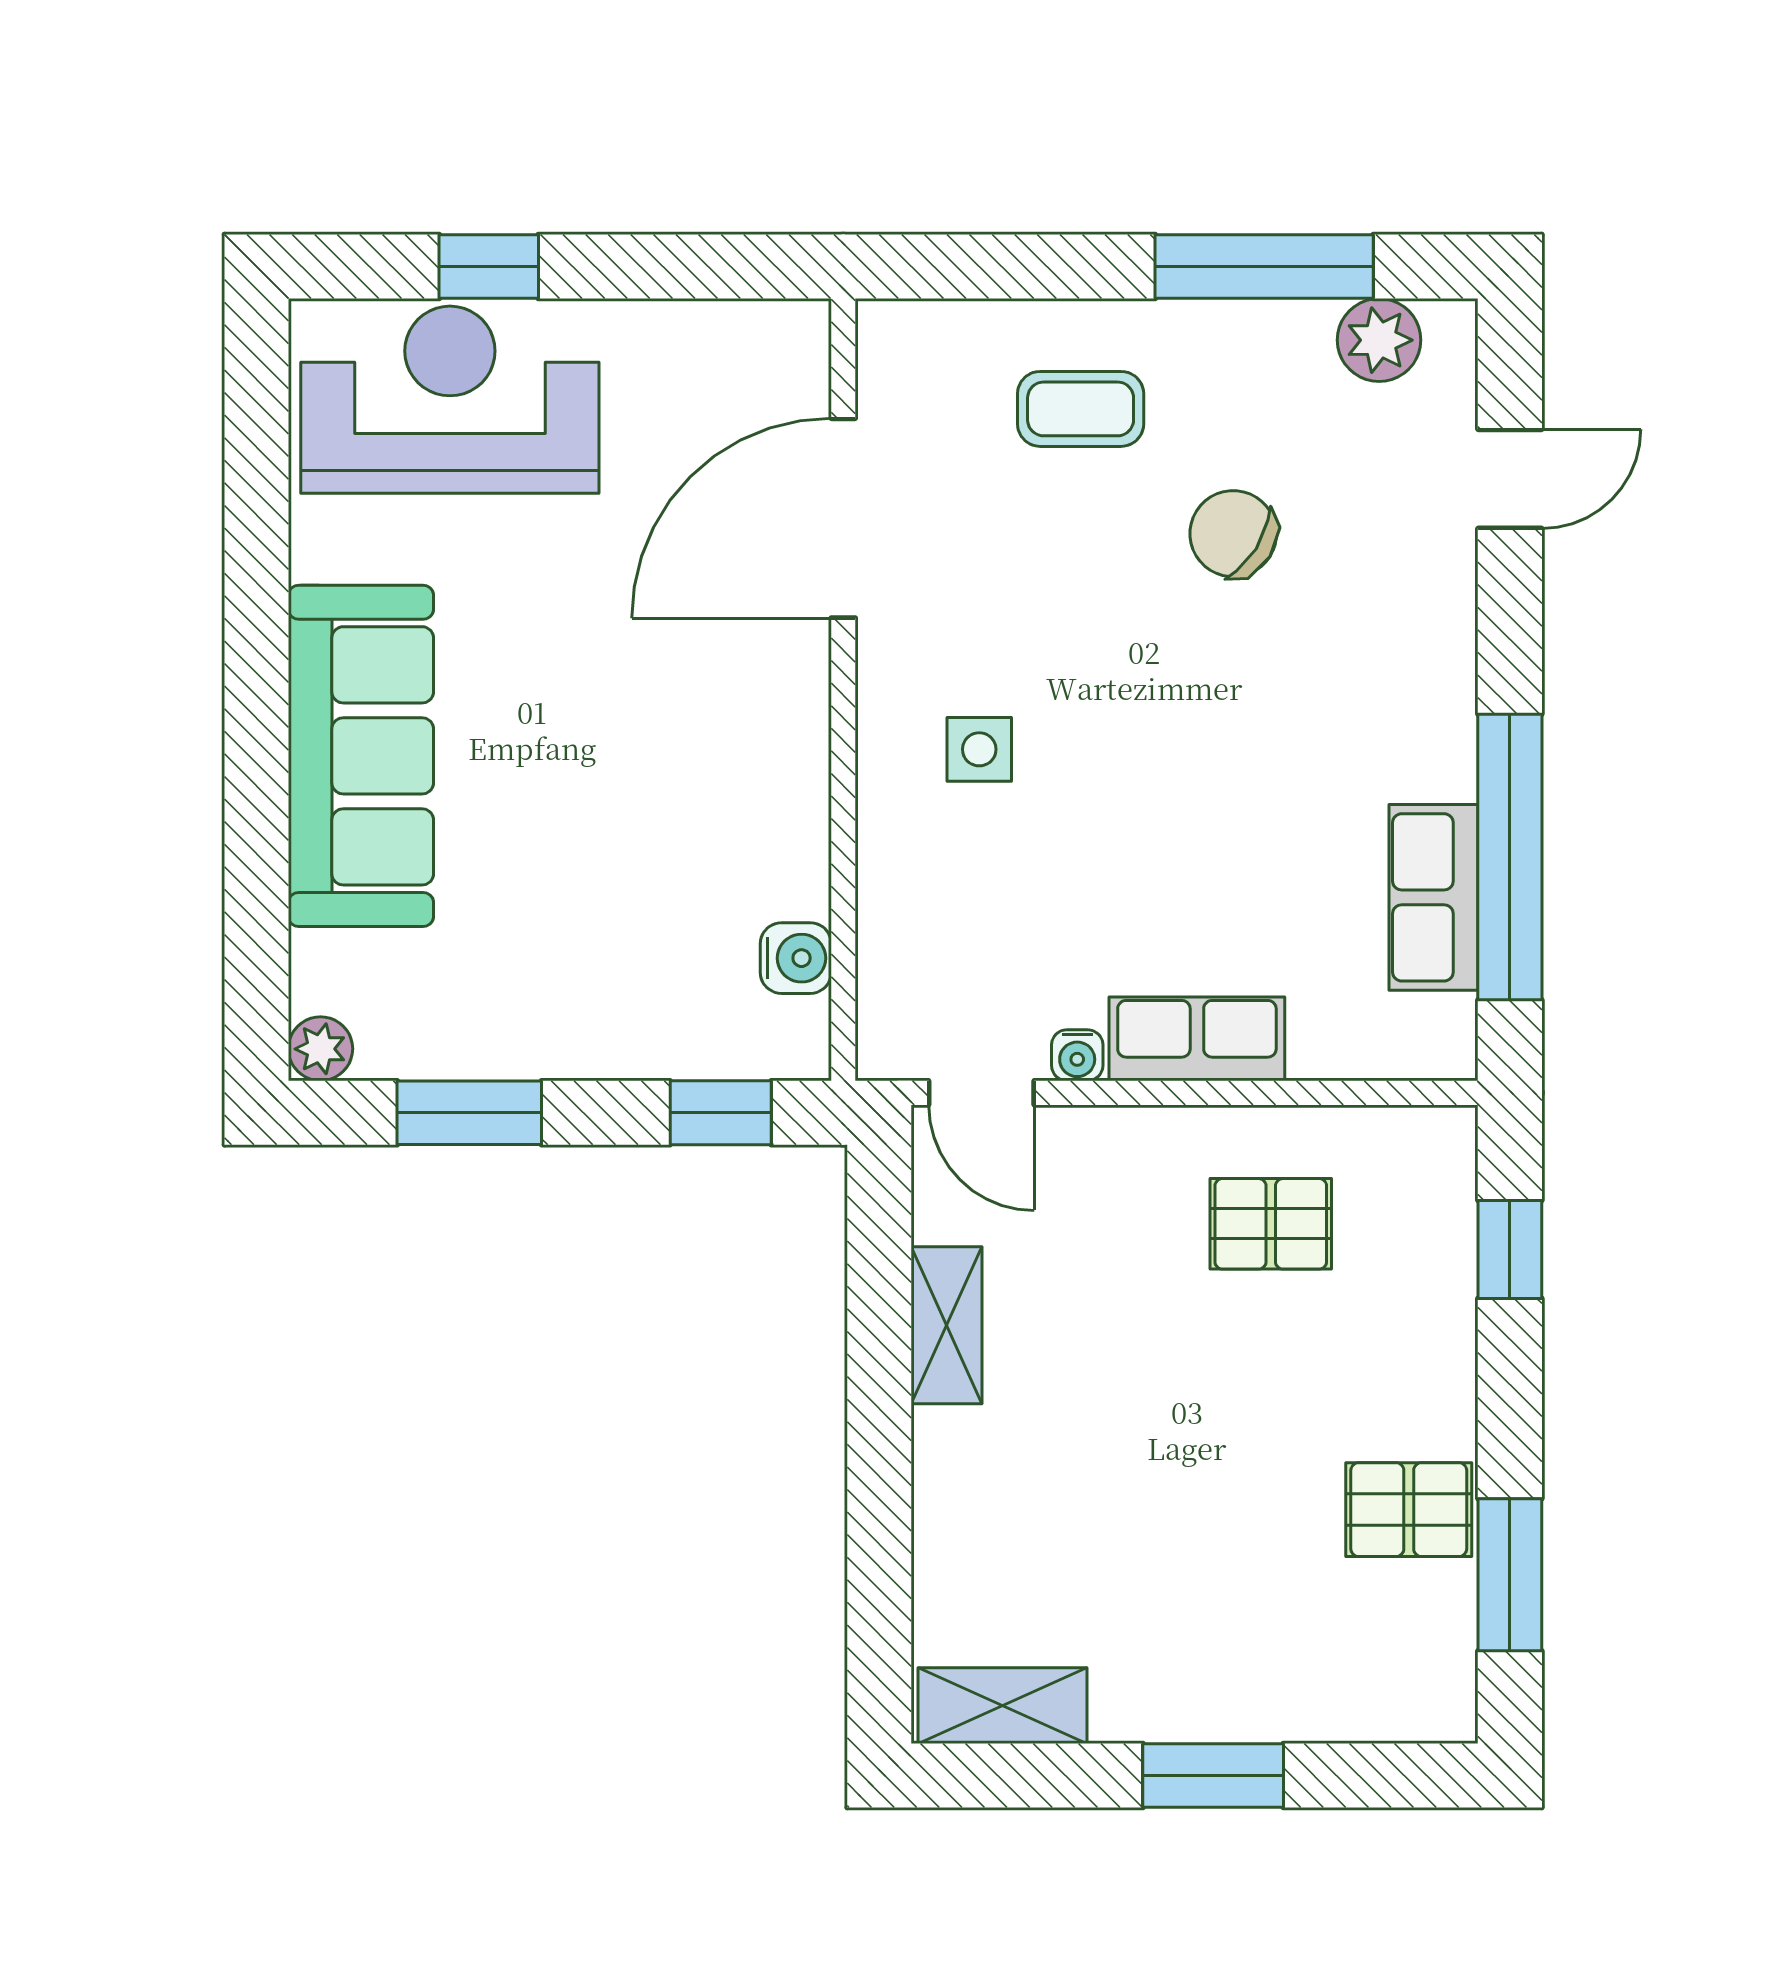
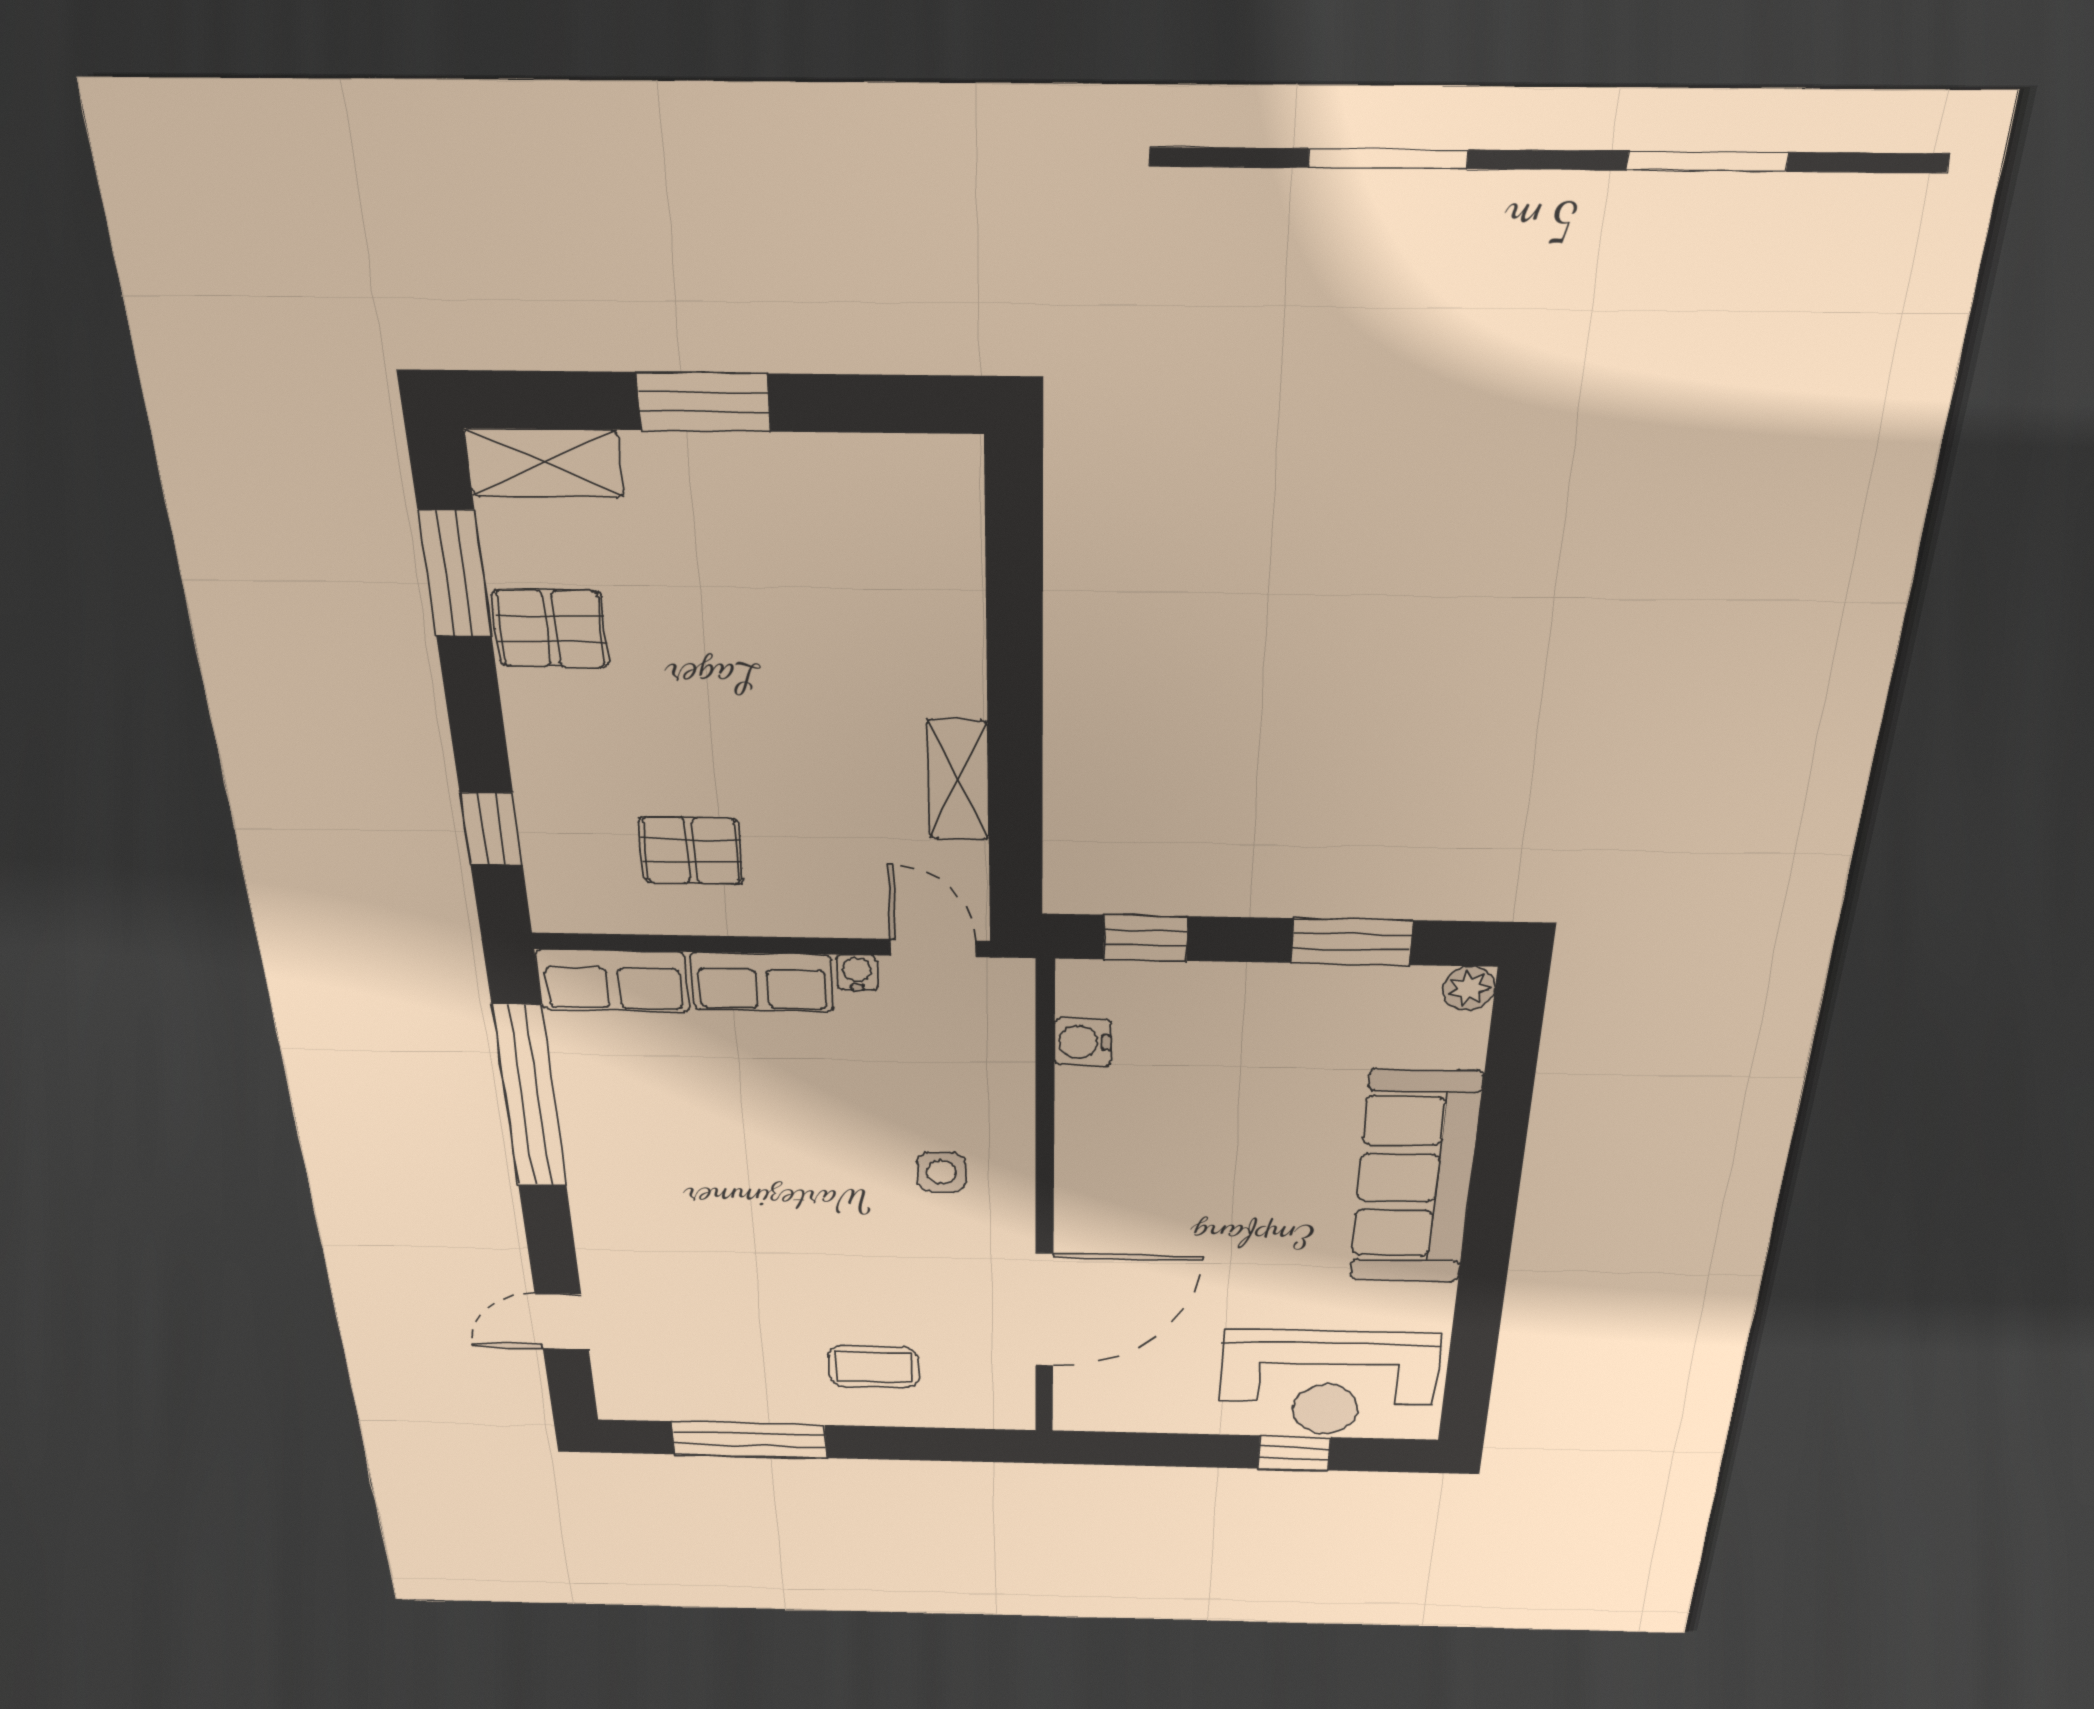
plant: (1379, 340) -> (665, 1399), removed
chair: (1233, 534) -> (759, 1295), removed
row of seats: (1434, 897) -> (613, 981), moved, turned 90
shelving: (1003, 1706) -> (544, 463), moved

